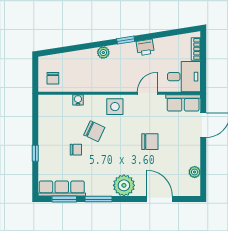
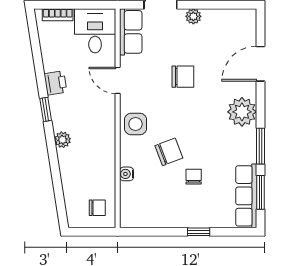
chair: (94, 131) -> (169, 152), turned 44
chair: (150, 142) -> (183, 77), turned 90
plant: (195, 172) -> (193, 16), moved

